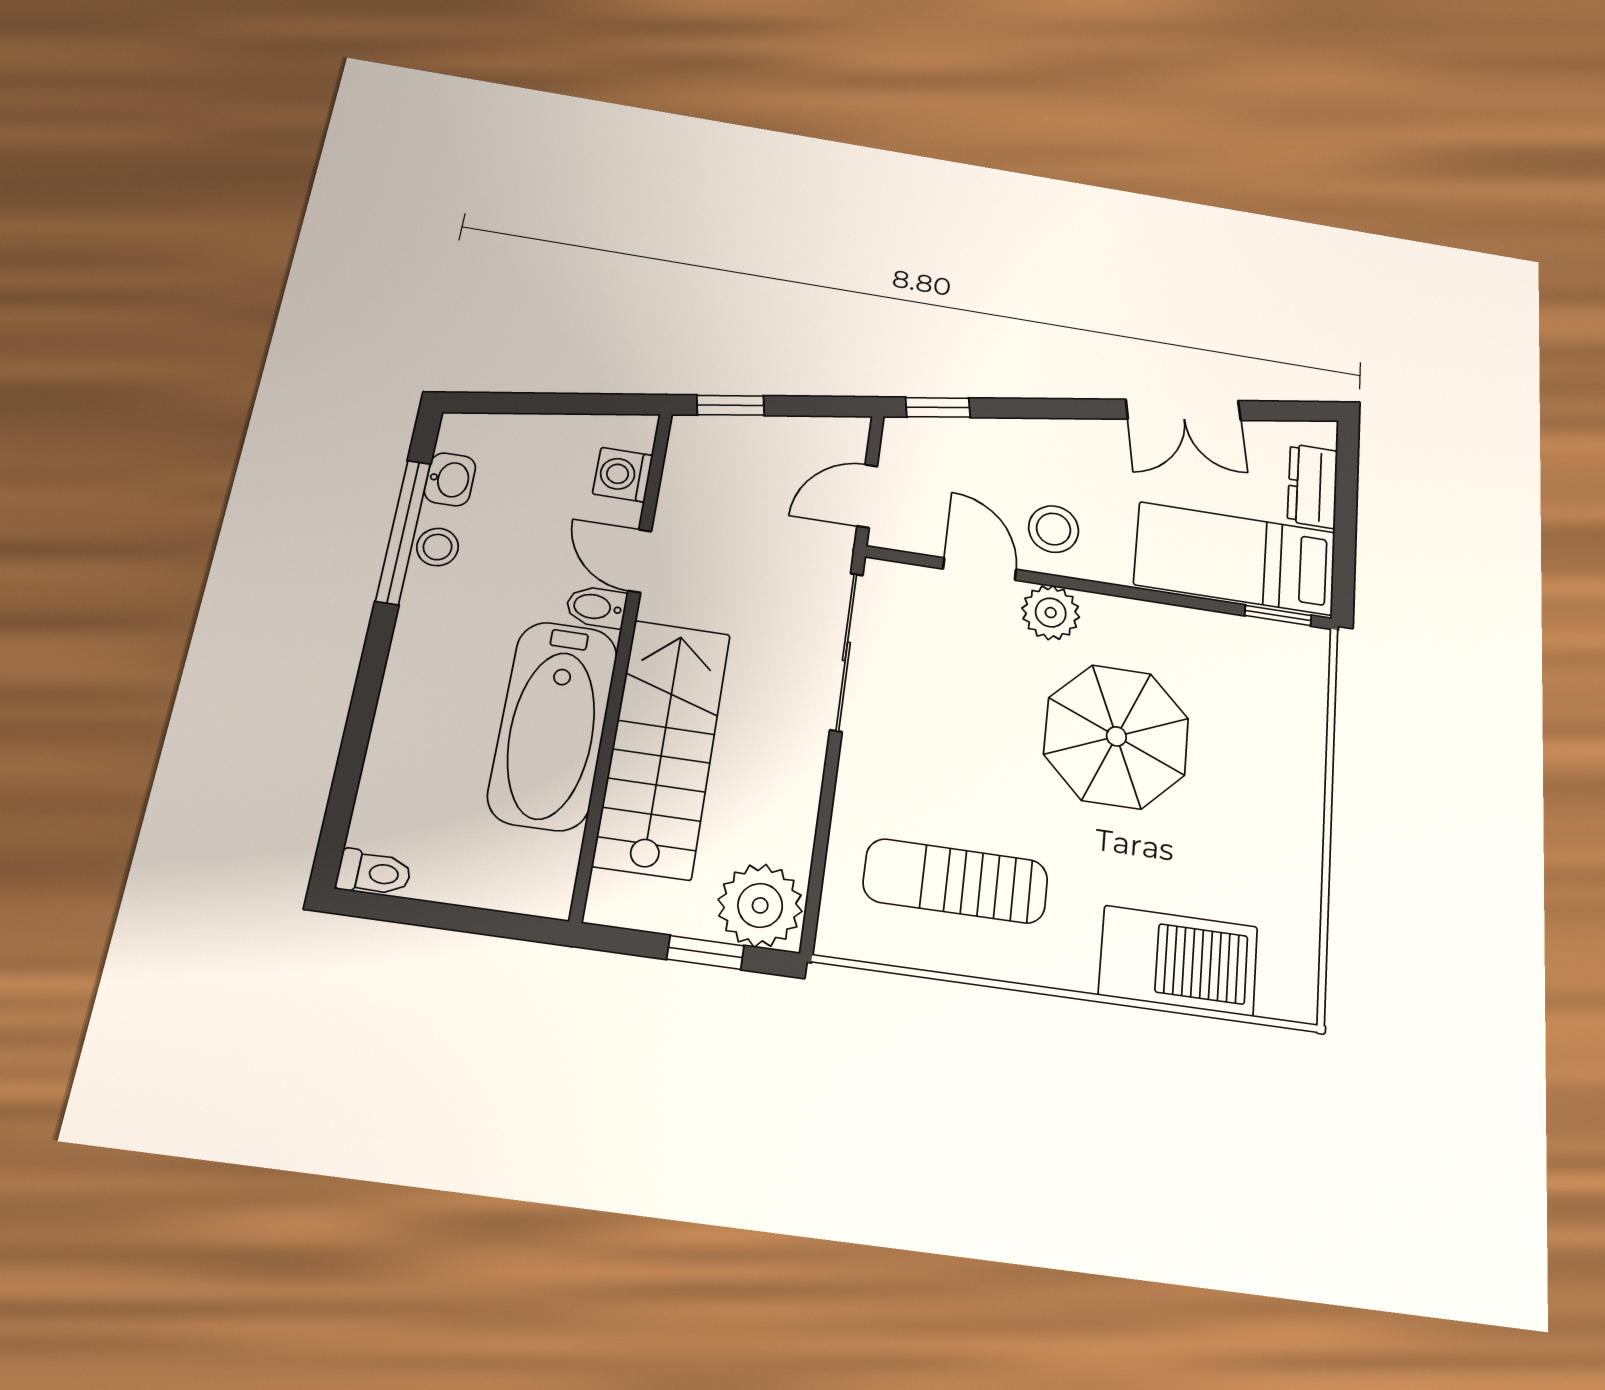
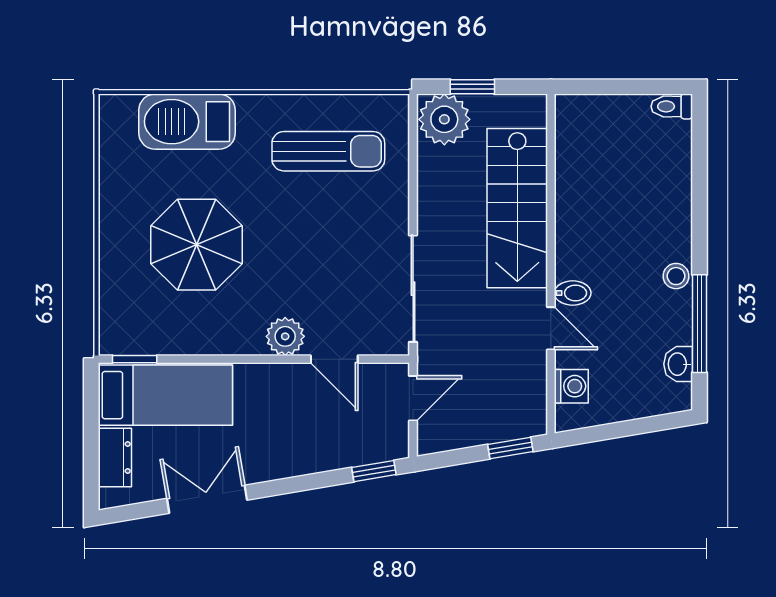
stool: (1054, 529) -> (288, 396), removed
stool: (438, 547) -> (676, 276), moved
bathtub: (553, 725) -> (585, 212), removed
parasol: (1116, 736) -> (197, 245), moved

